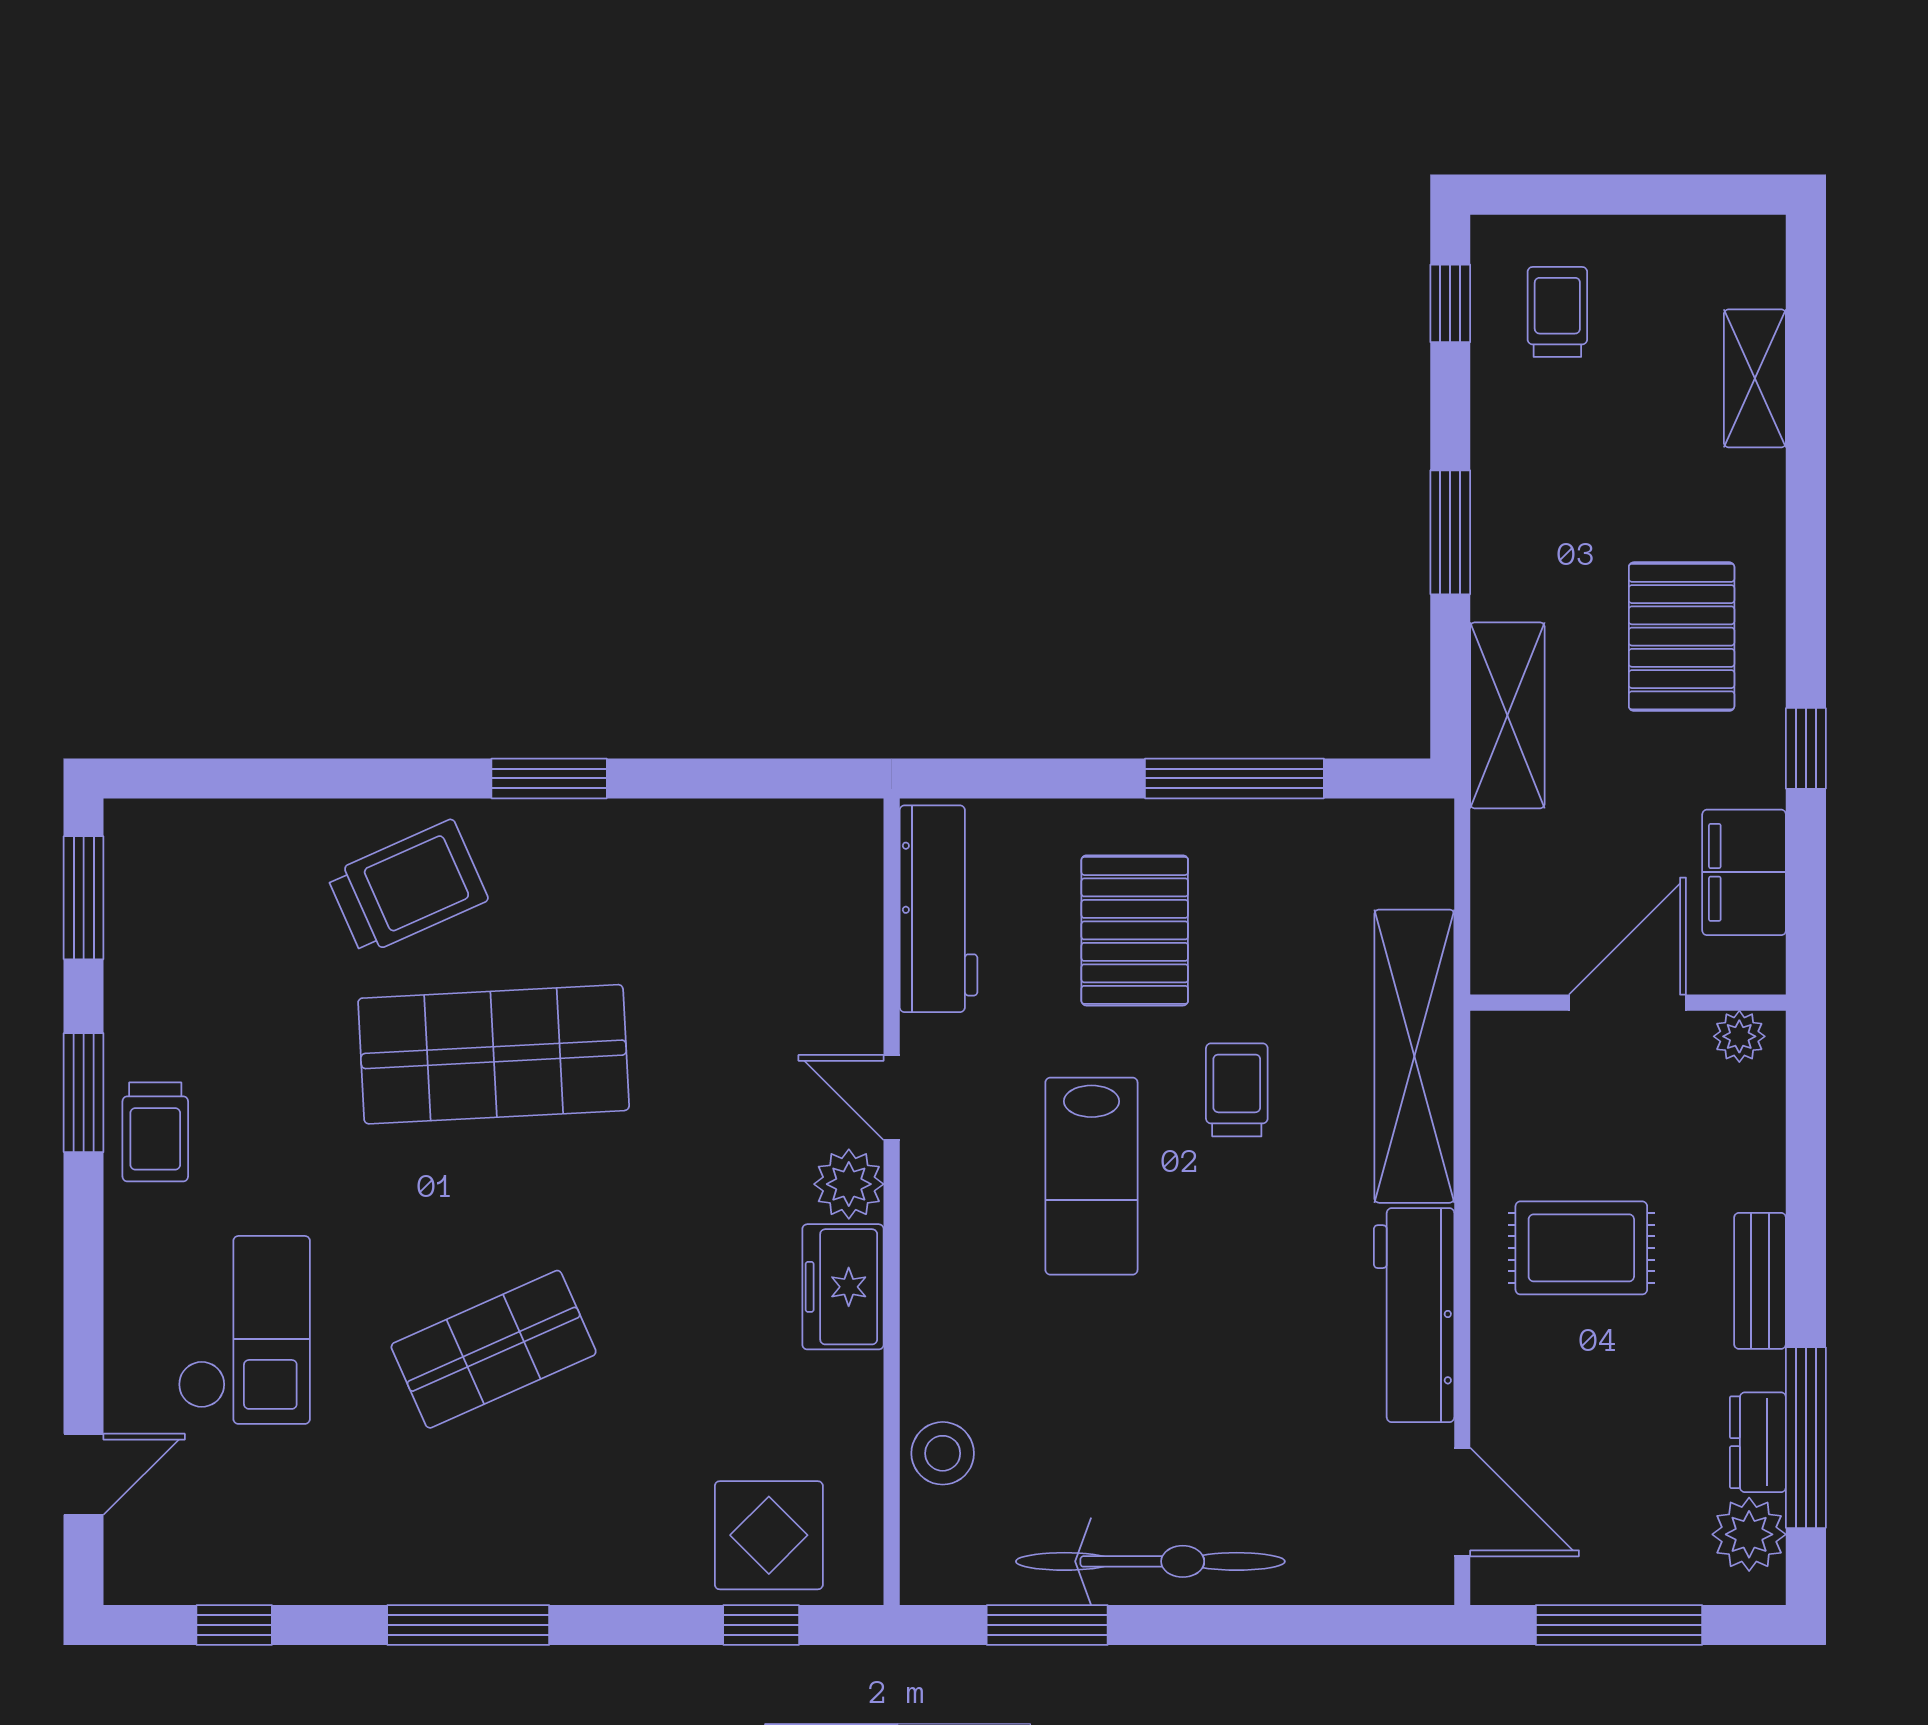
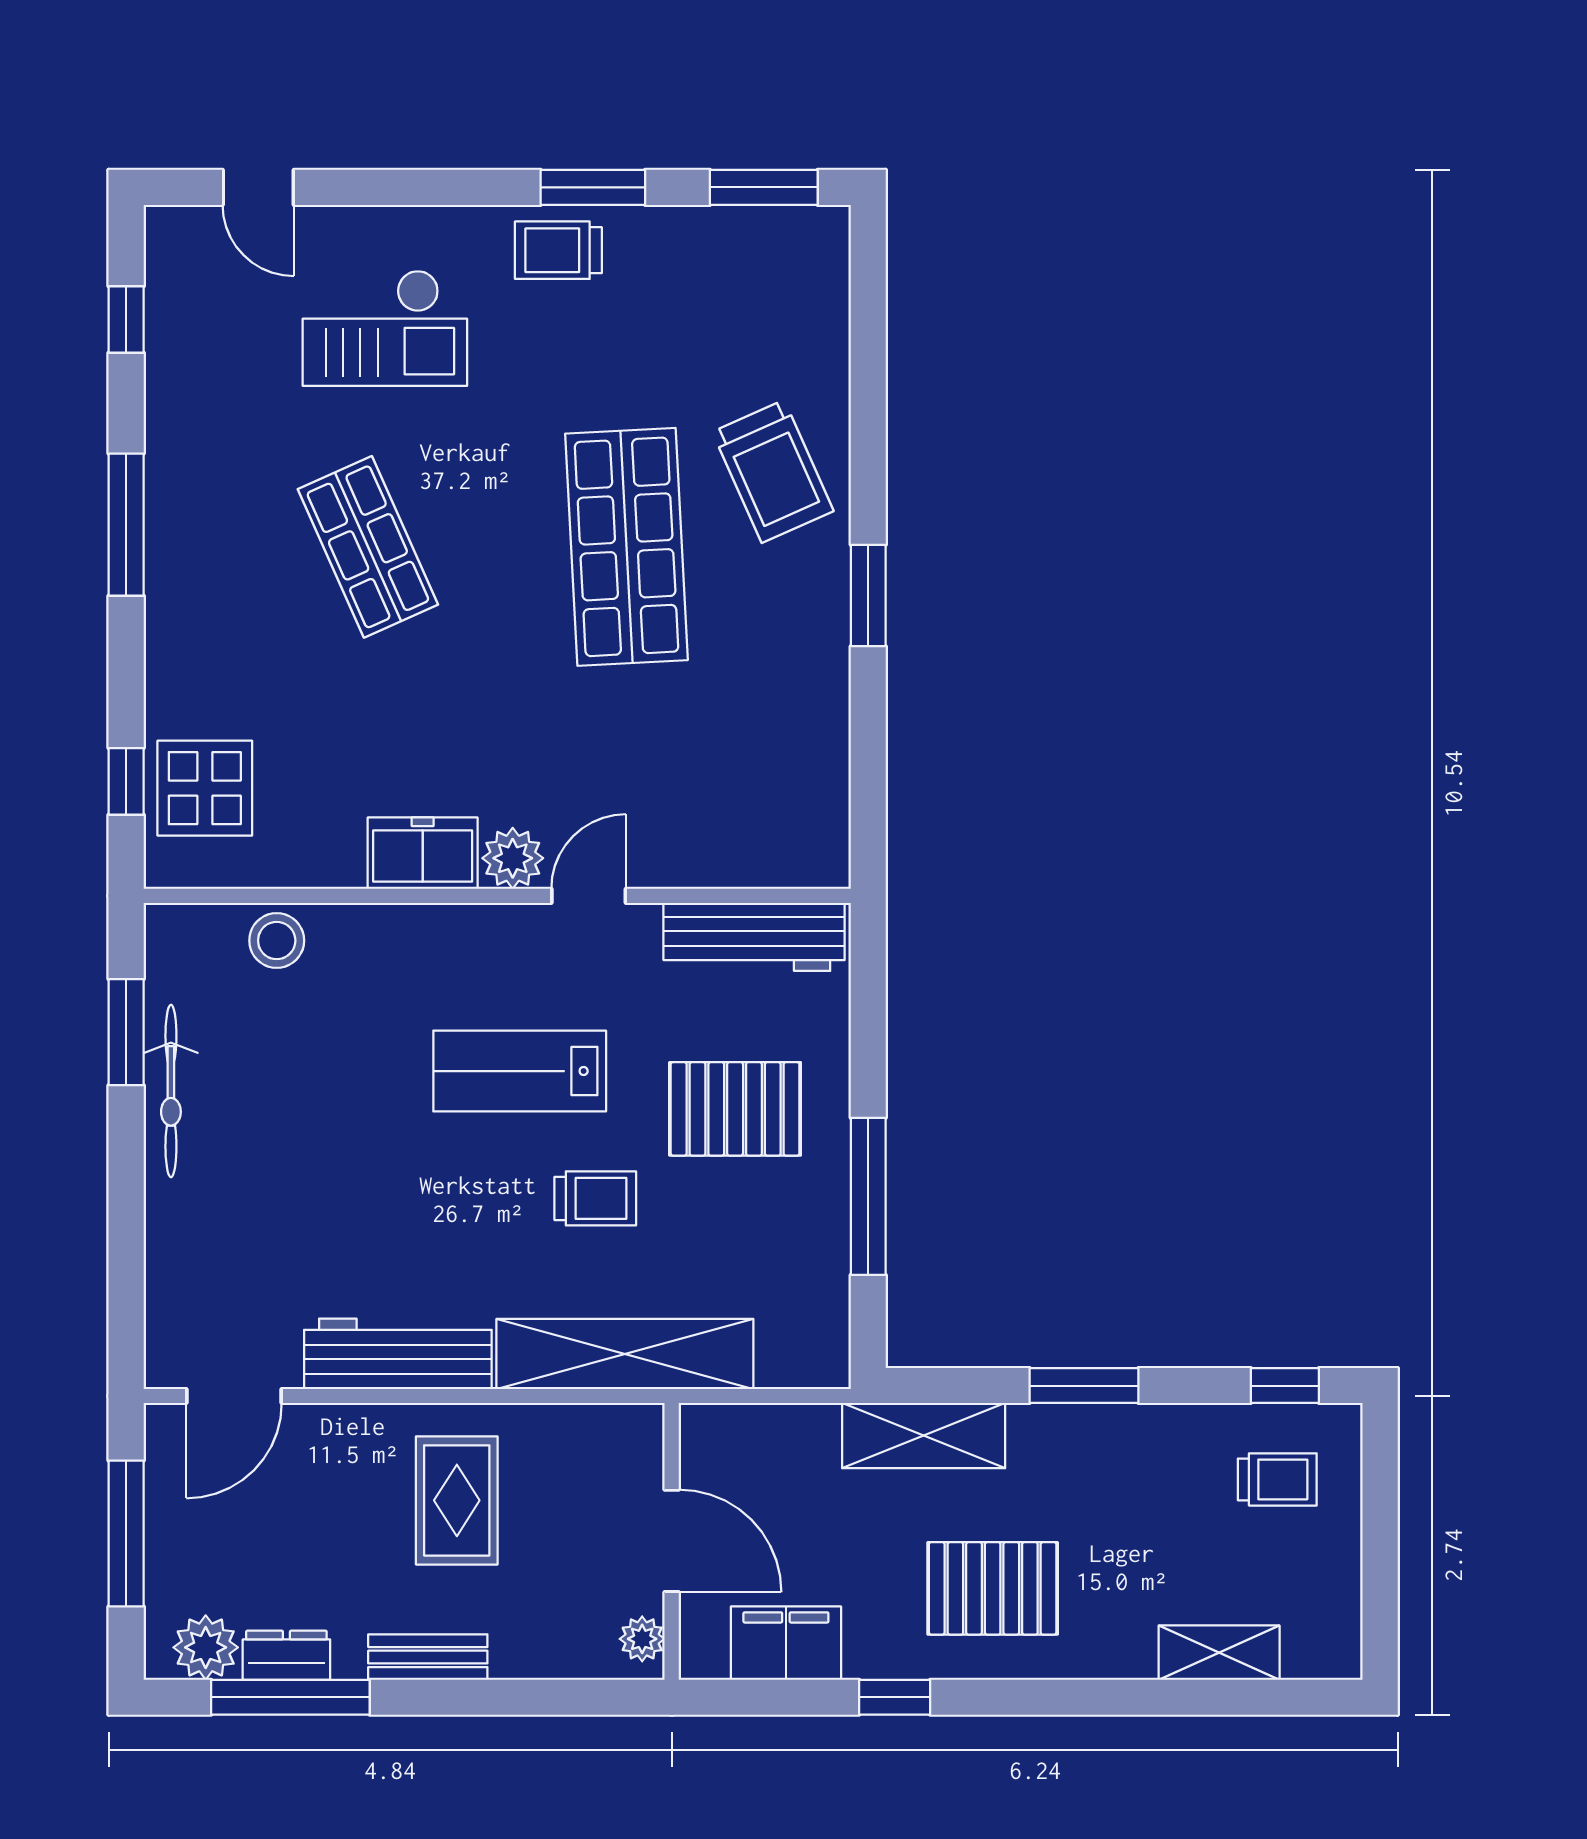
bicycle: (1150, 1561) -> (171, 1091), width x0.73, depth x0.71

